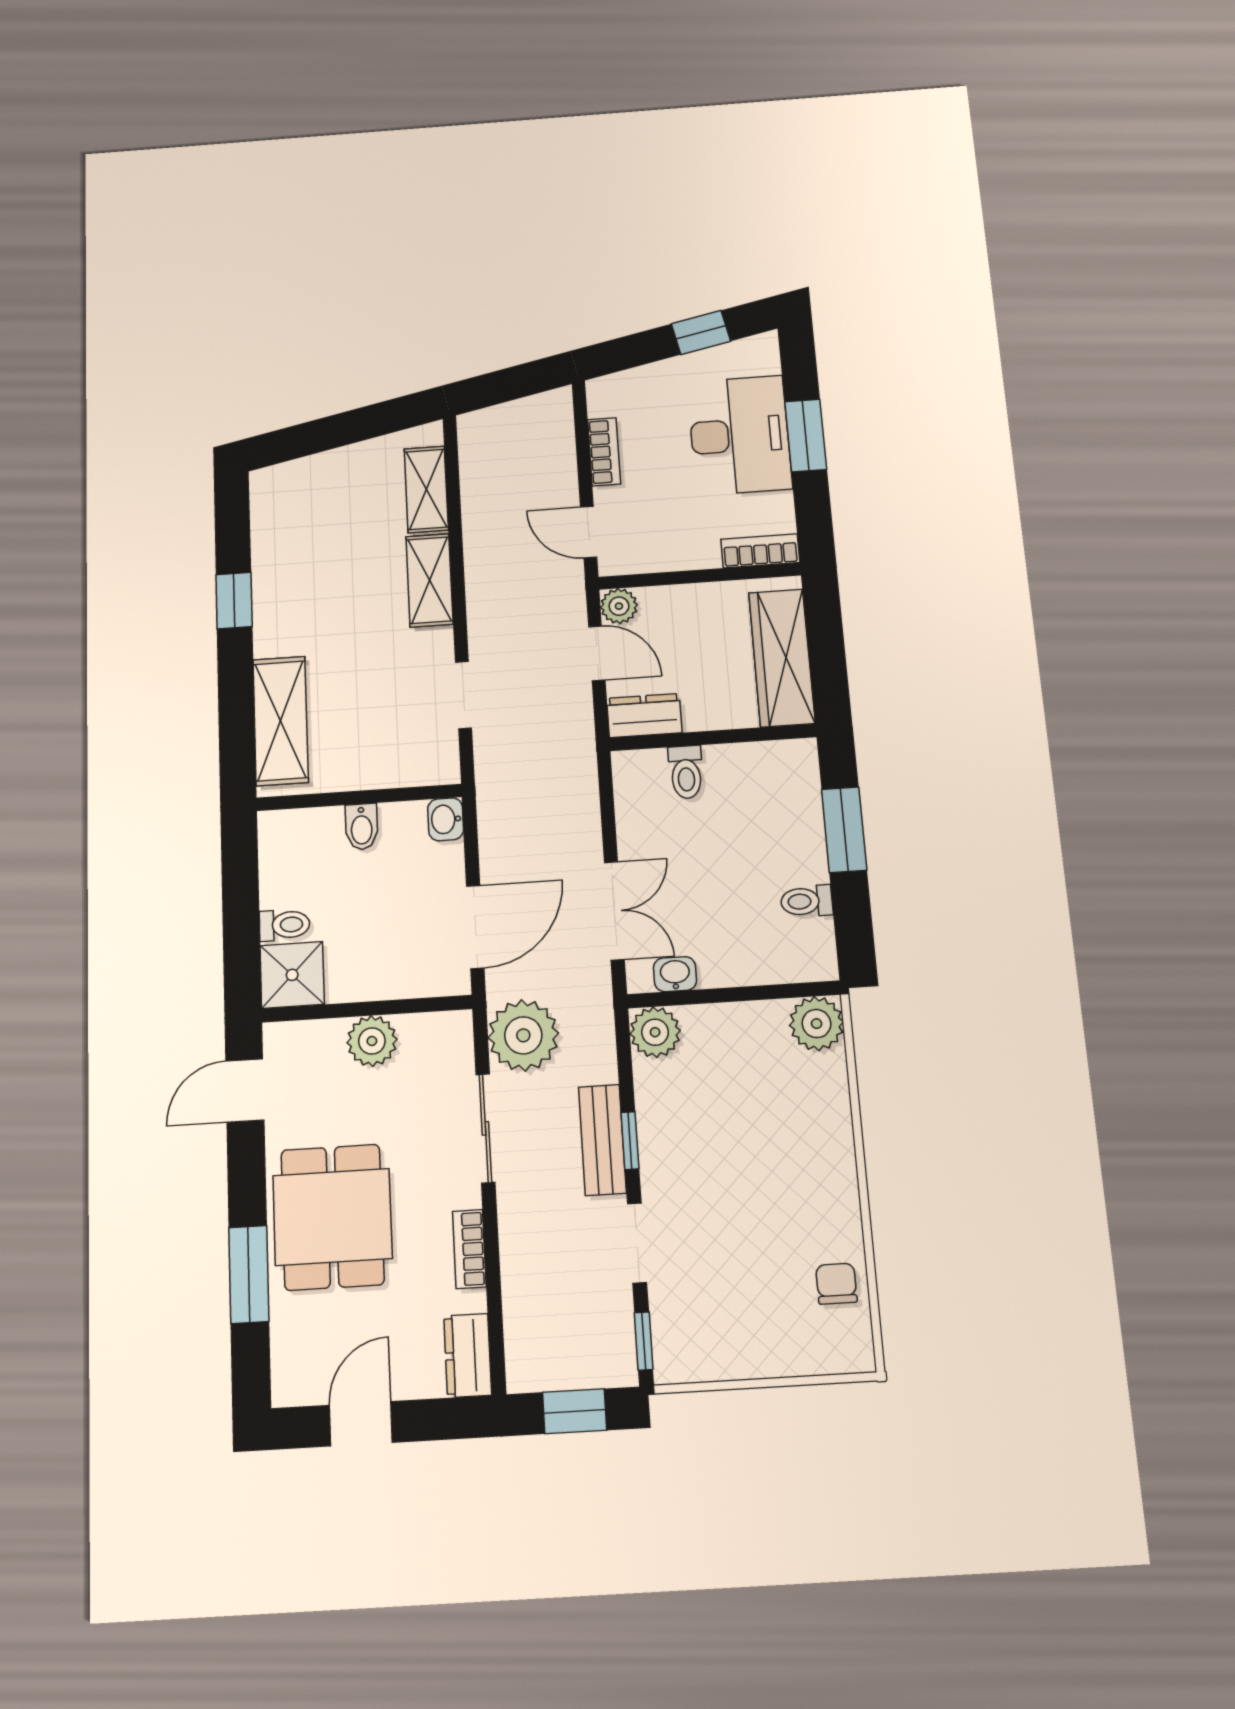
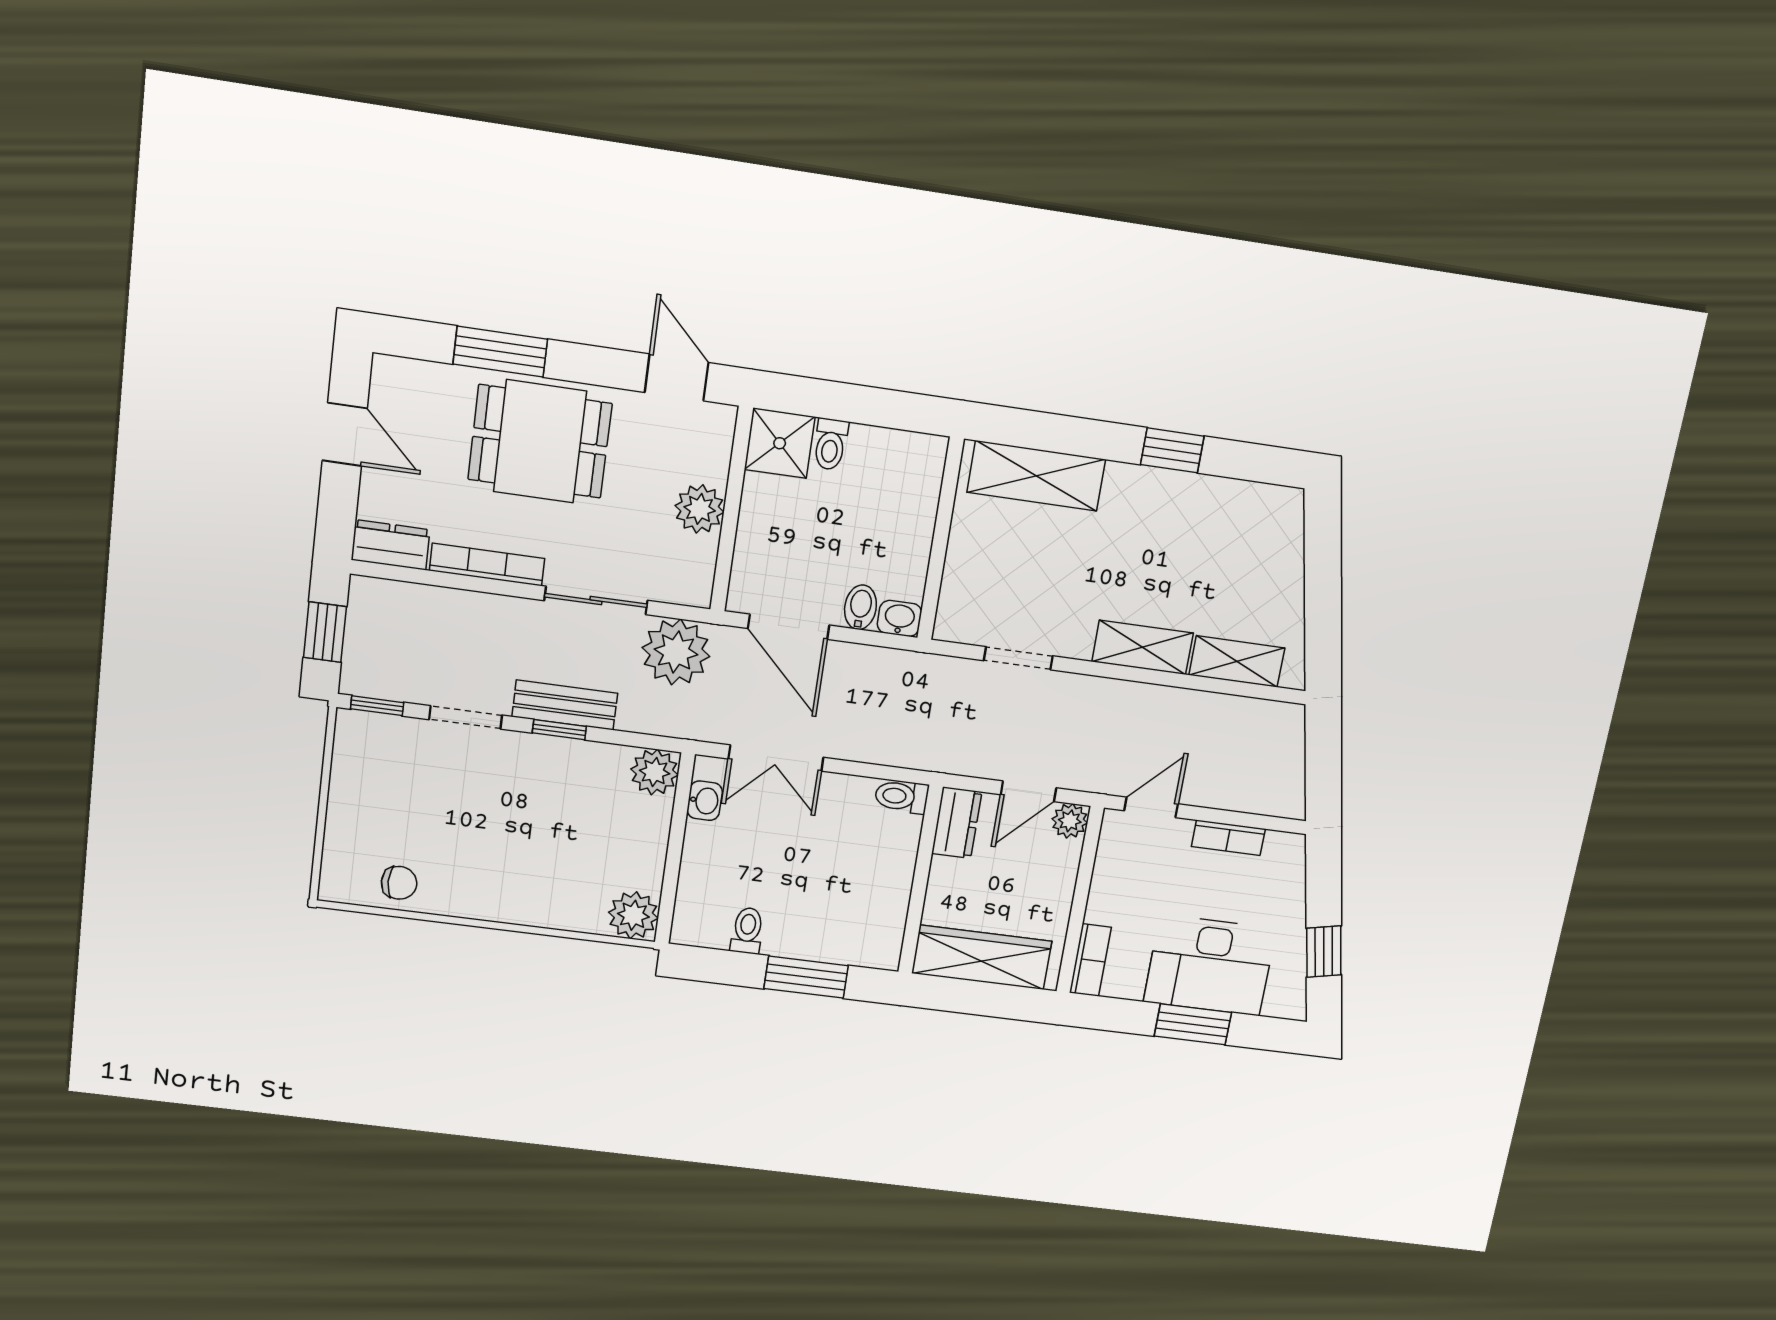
toilet: (686, 772) -> (902, 797), moved
bidet: (362, 827) -> (860, 607), moved, turned 90
bookcase: (469, 1249) -> (487, 565), width x1.56

